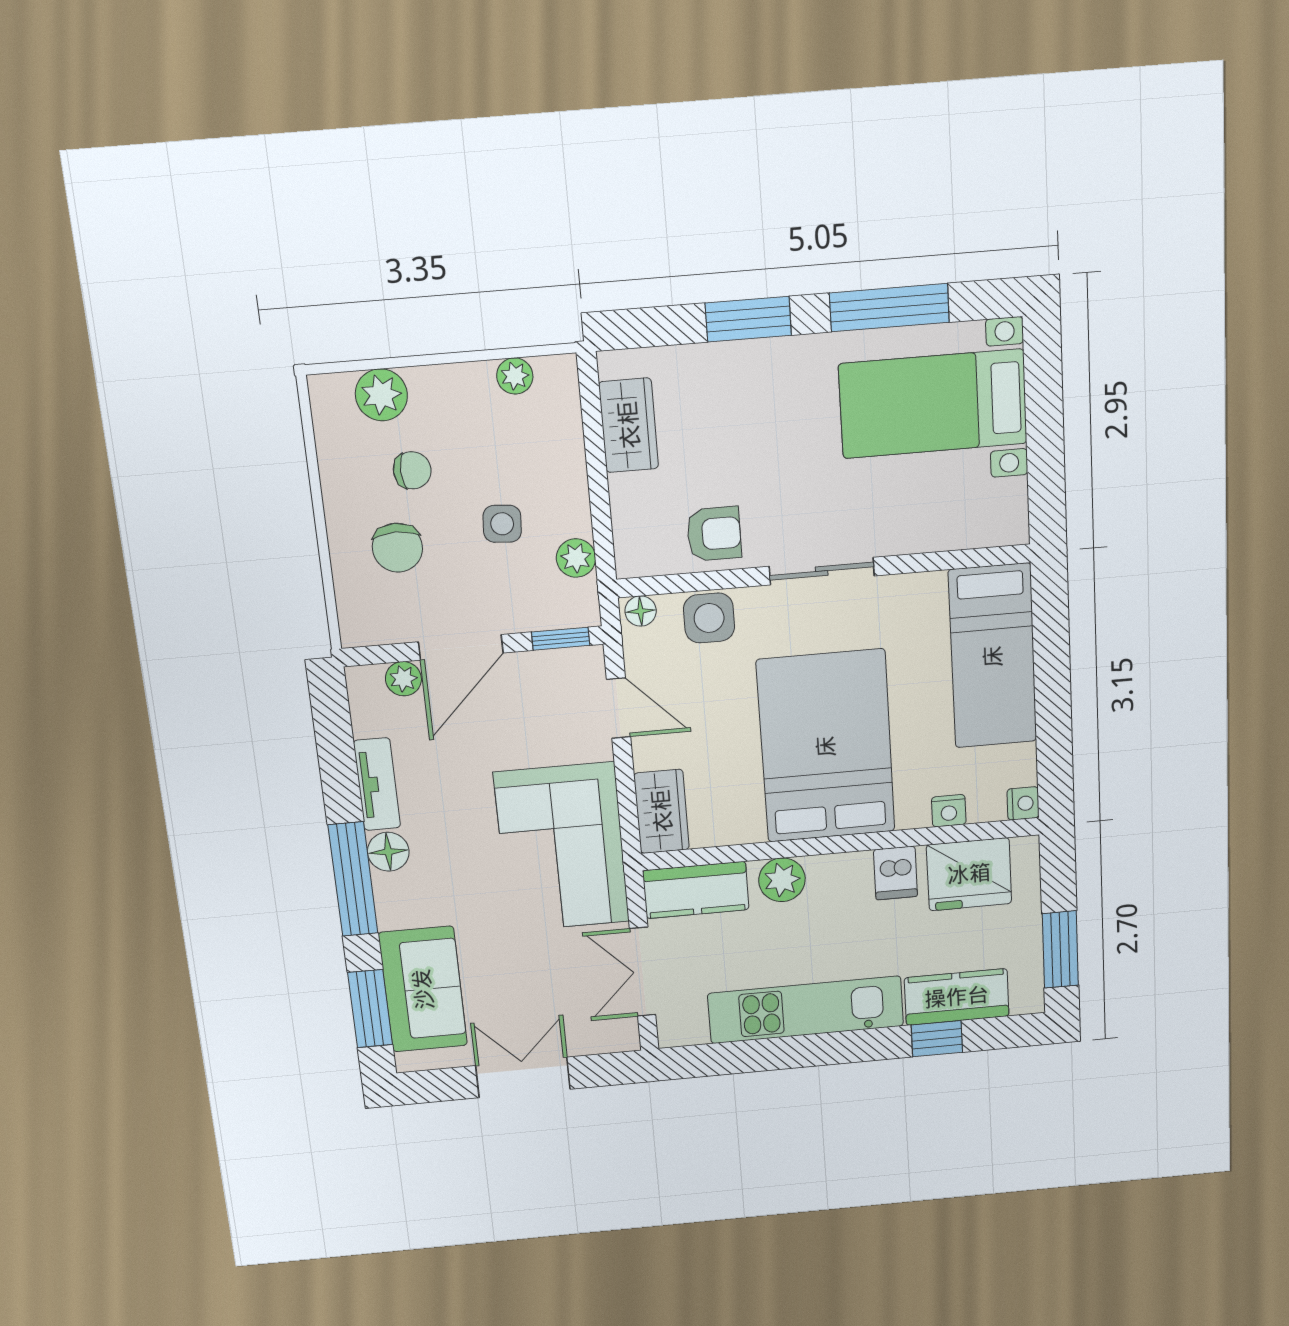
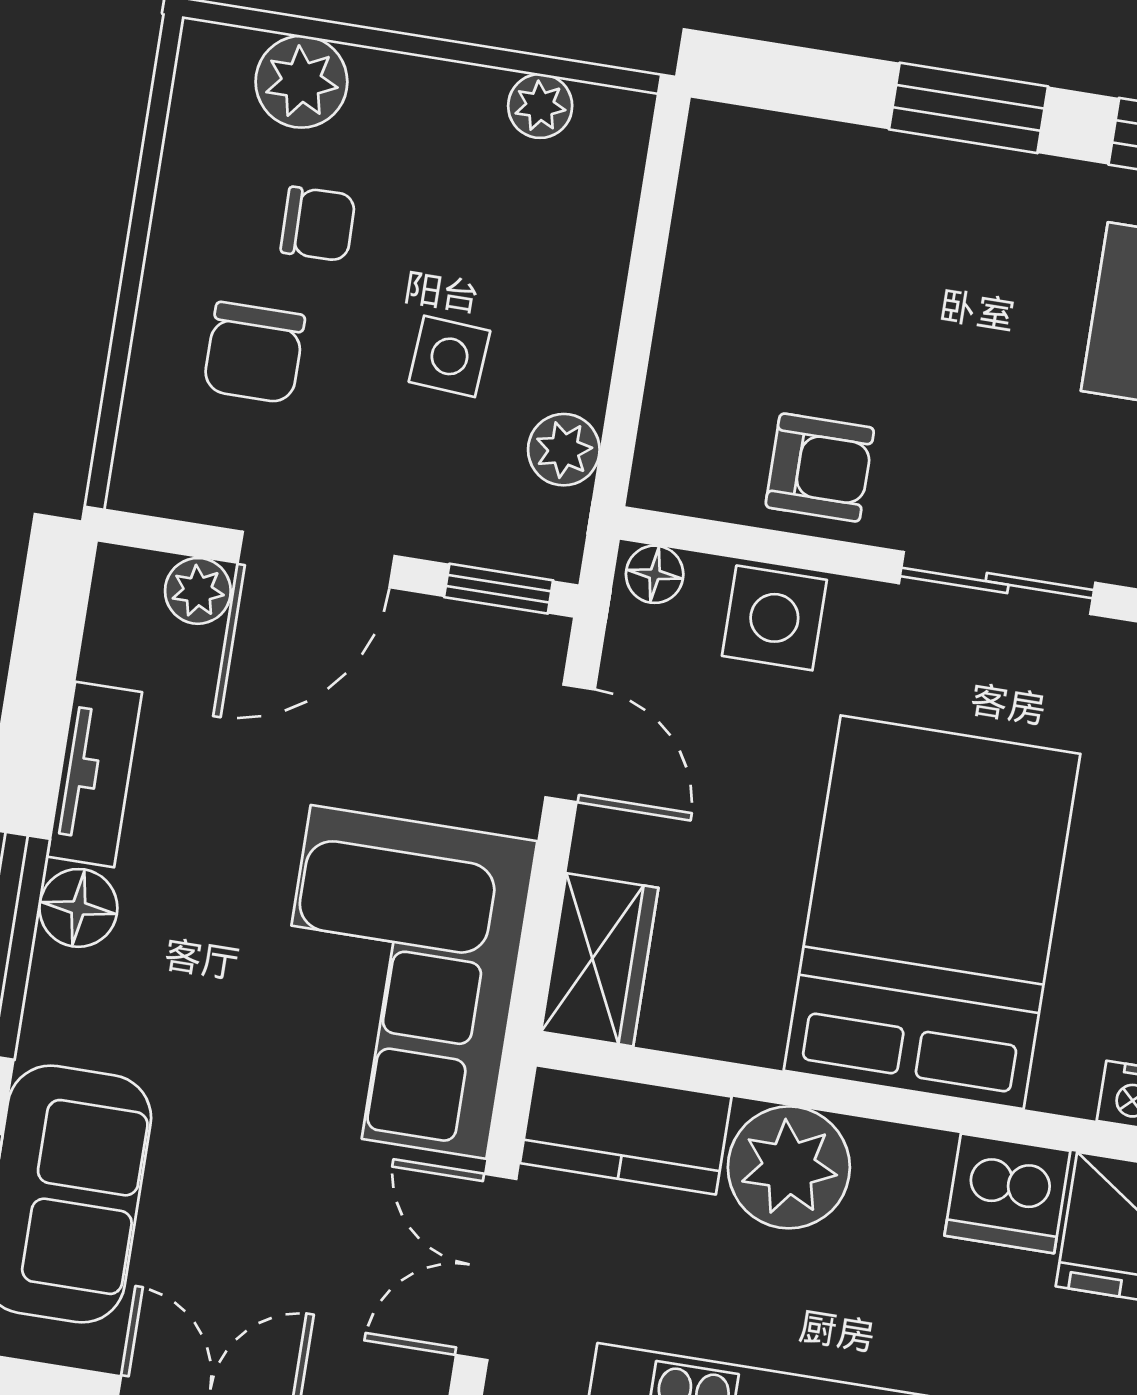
wardrobe: (629, 425) -> (716, 239), removed
dishwasher: (895, 873) -> (1007, 1193), width x1.38
plant: (782, 880) -> (789, 1167), width x1.36, depth x1.36

